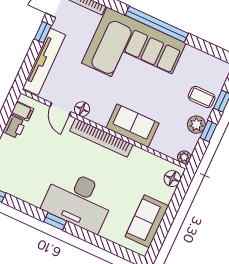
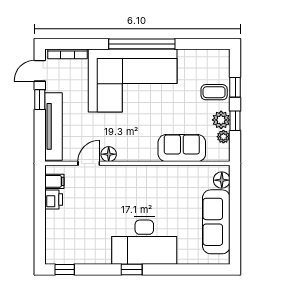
door: (60, 109) -> (89, 163), swing flipped
sofa: (133, 126) -> (182, 148), moved
bookcase: (101, 138) -> (139, 172), removed
plant: (184, 157) -> (223, 137), moved
sofa: (147, 221) -> (216, 222), width x1.36

